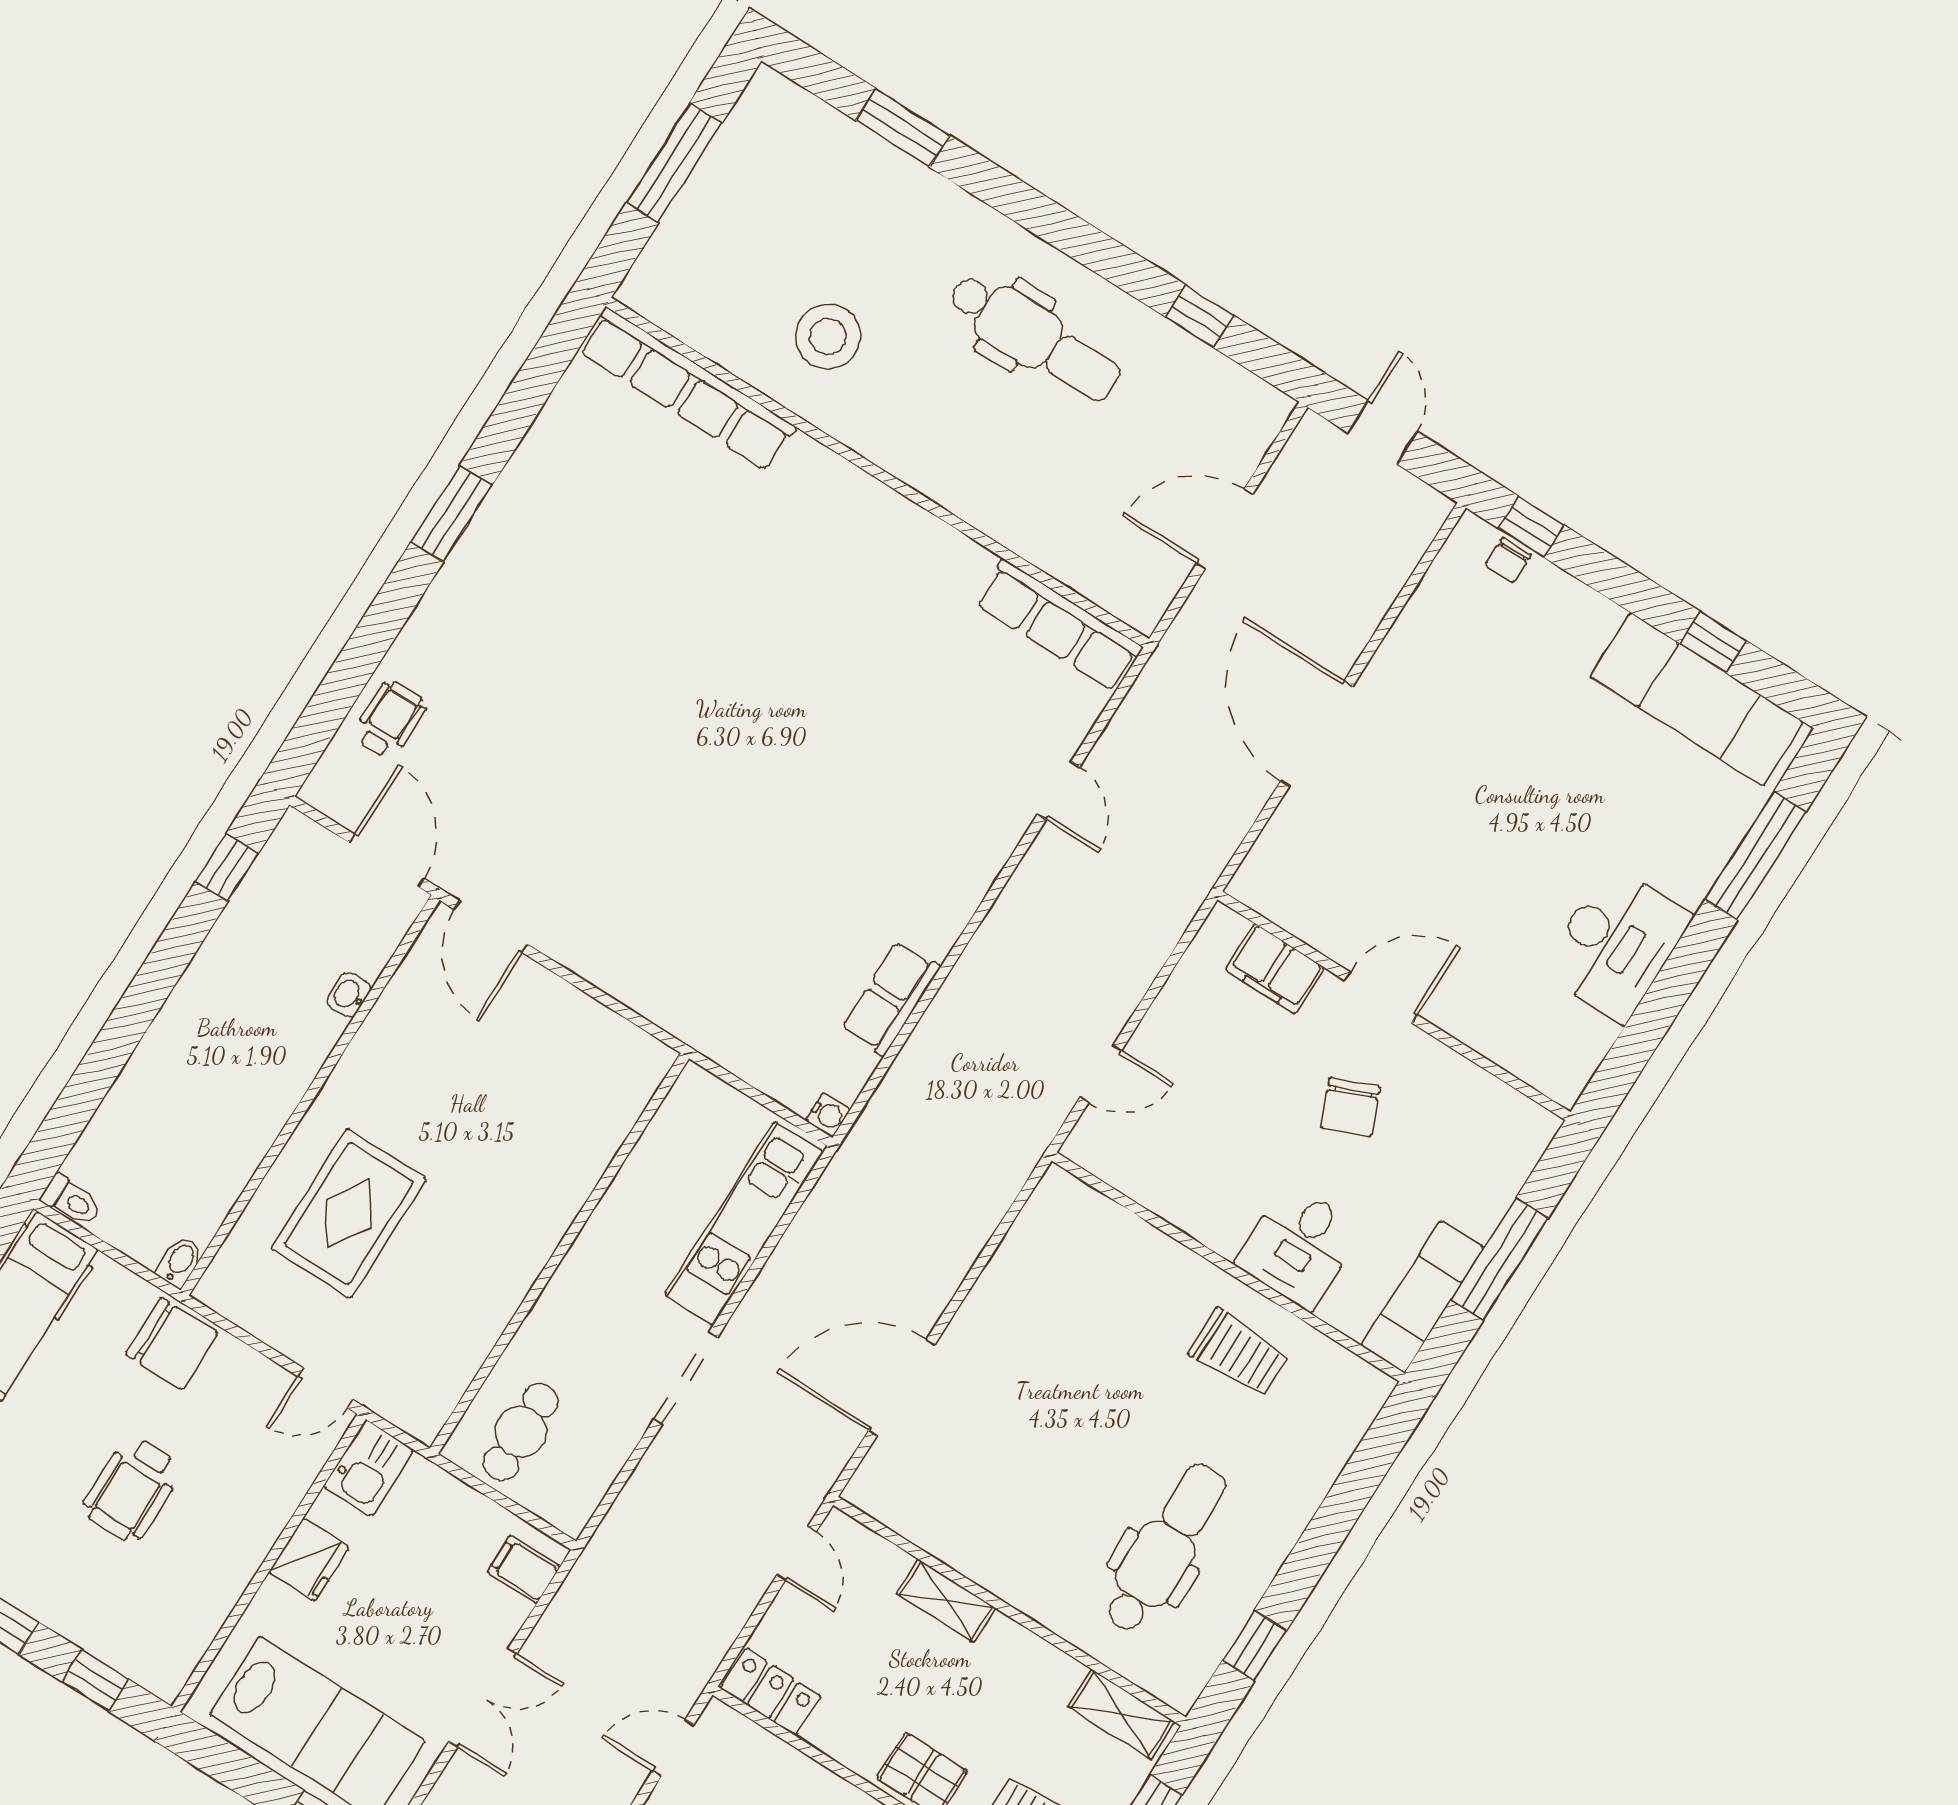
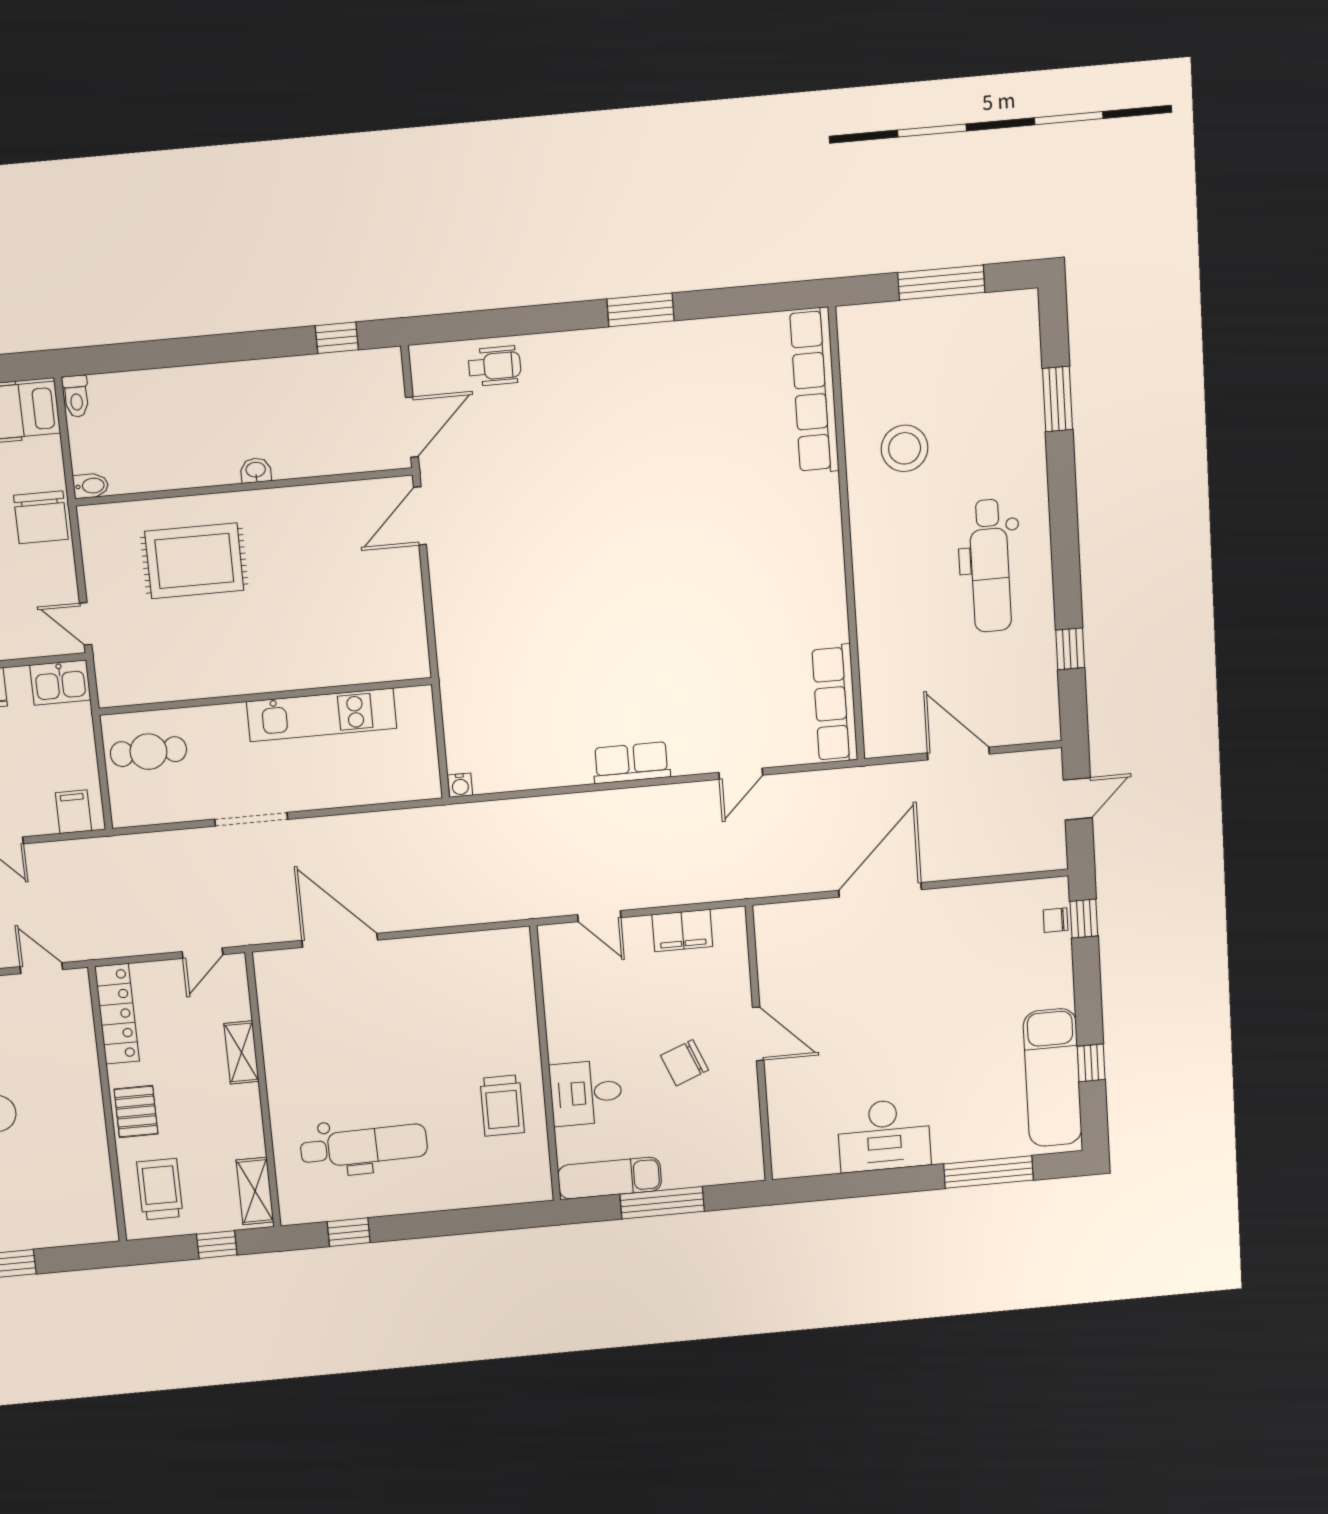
filing cabinet: (1275, 969) -> (682, 930), moved, turned -90
washbasin: (349, 995) -> (256, 470), moved
row of seats: (891, 998) -> (631, 763), moved
kitchen unit: (744, 1223) -> (322, 715), moved, turned 180
locker: (771, 1692) -> (117, 1014), width x1.53

